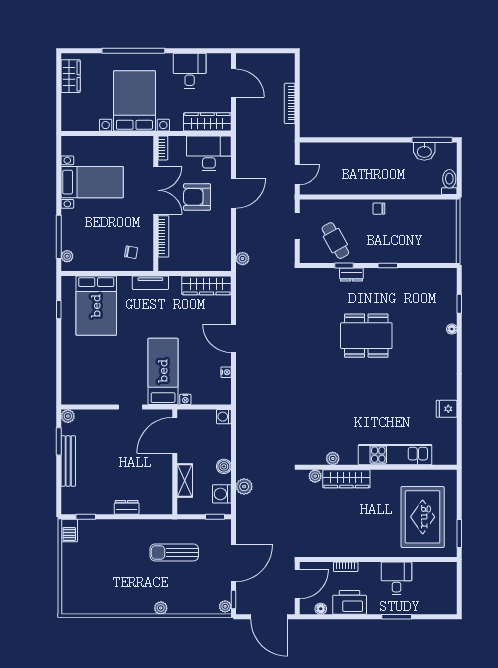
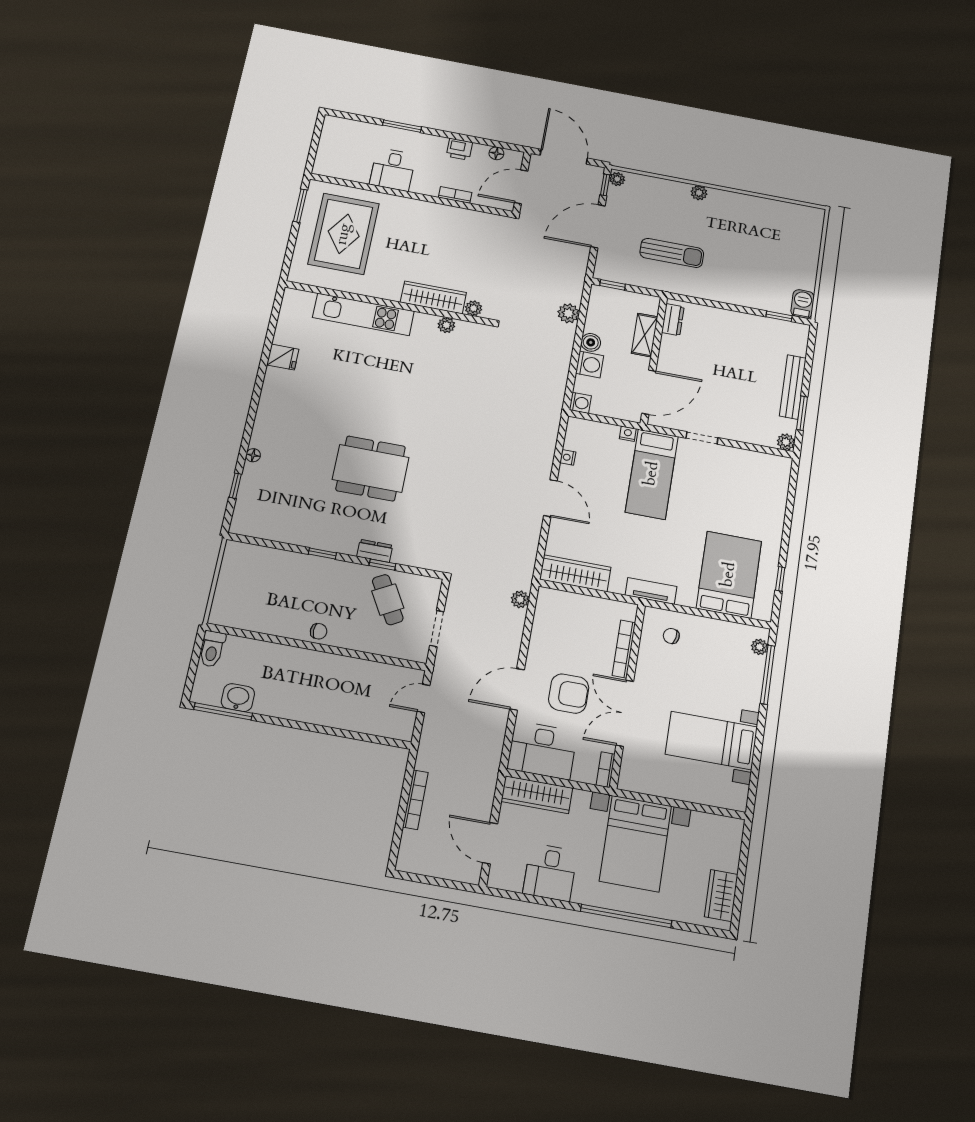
washing machine: (222, 494) -> (590, 364), moved
dresser: (127, 507) -> (673, 320), moved, turned -90
printer: (350, 602) -> (459, 149), width x0.53, depth x0.68

